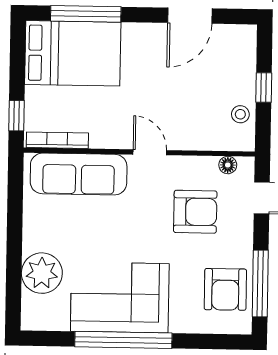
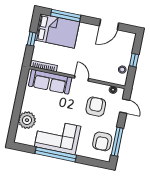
window: (17, 116) -> (32, 39), moved
armchair: (195, 212) -> (96, 107), turned -90

